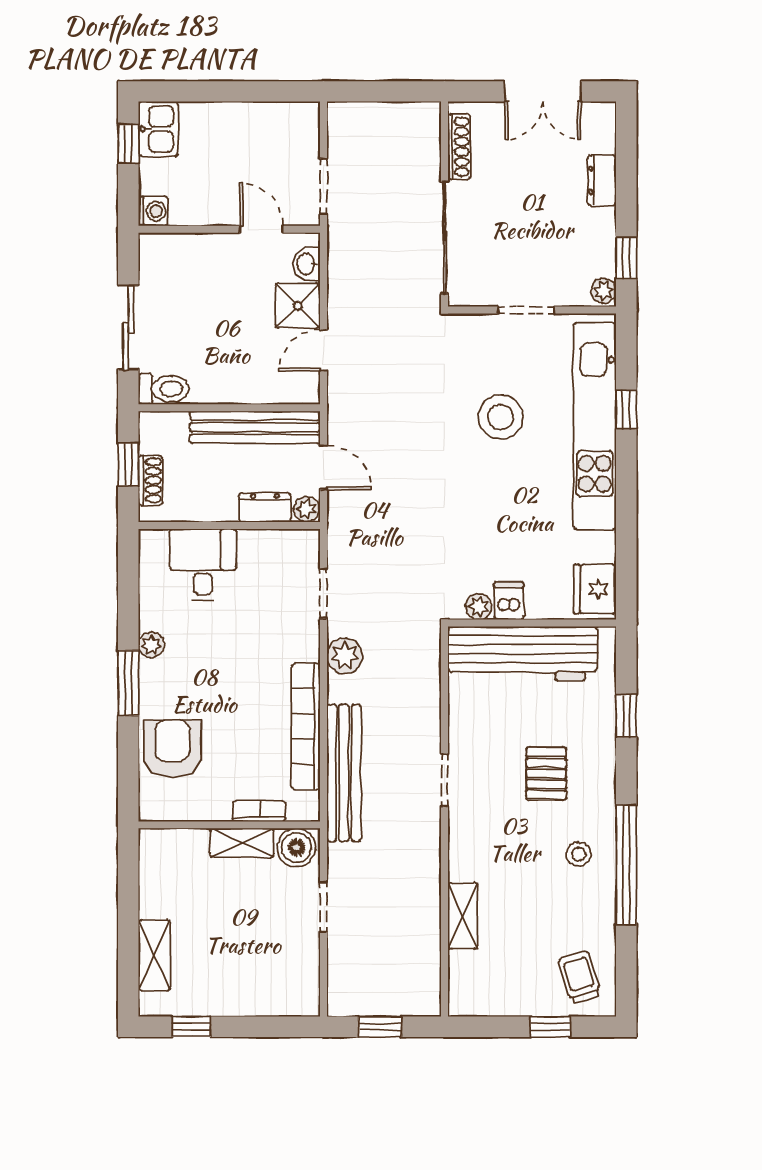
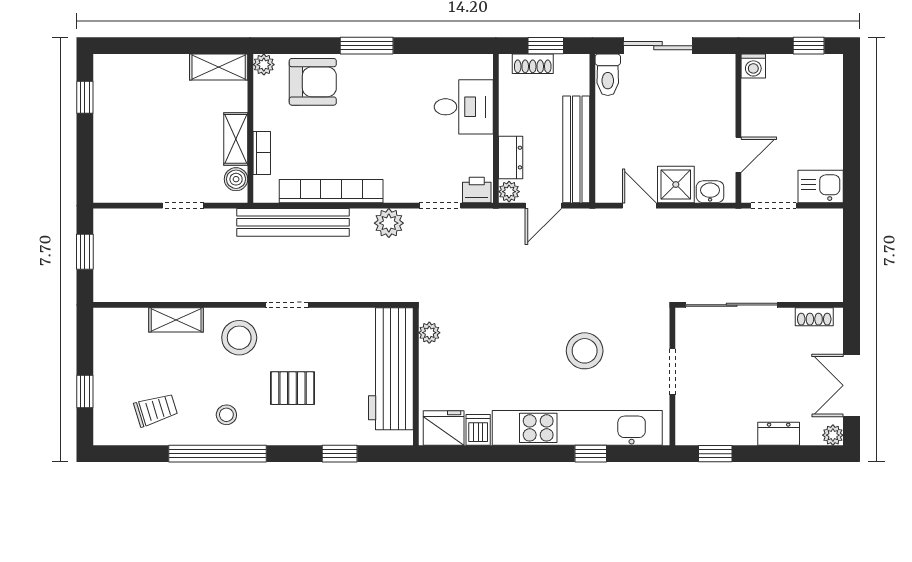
kitchen sink: (158, 129) -> (821, 186), moved, turned 180
shoe rack: (459, 147) -> (814, 317), width x0.70
plant: (603, 291) -> (833, 435), moved
printer: (304, 549) -> (477, 190), added
dishwasher: (509, 601) -> (478, 430), moved, turned -90
plant: (151, 645) -> (264, 65), moved
stool: (485, 839) -> (239, 338), added
boiler: (296, 848) -> (236, 179), width x0.73, depth x0.73
shelving: (154, 955) -> (219, 67), moved
trolley: (580, 978) -> (156, 410), moved

